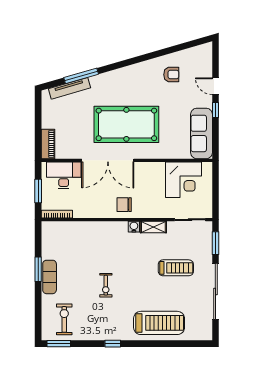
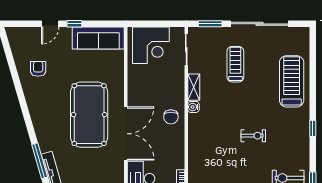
corner desk: (184, 180) -> (151, 45), moved, turned 90

